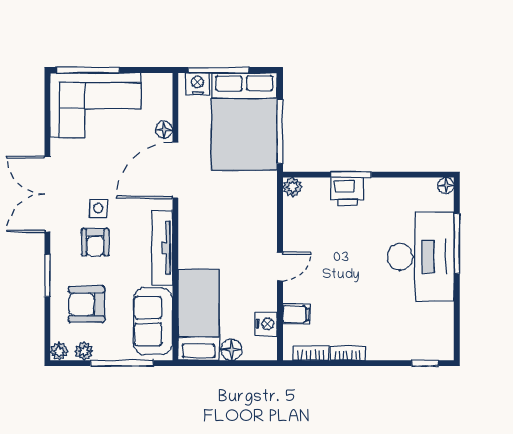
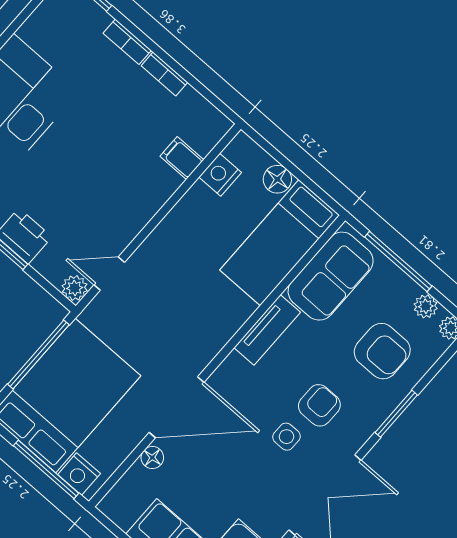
tv unit: (162, 248) -> (267, 330), width x0.71
door: (280, 267) -> (109, 274), moved
bookcase: (311, 353) -> (127, 42), moved

